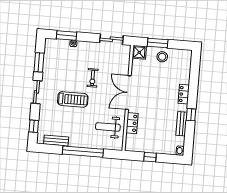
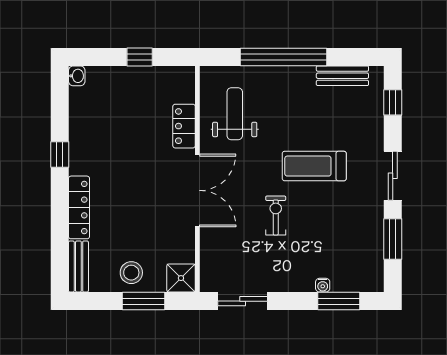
locker: (184, 94) -> (79, 207), width x1.53
bench: (182, 124) -> (78, 266), moved
weight bench: (108, 127) -> (235, 114), turned -90

